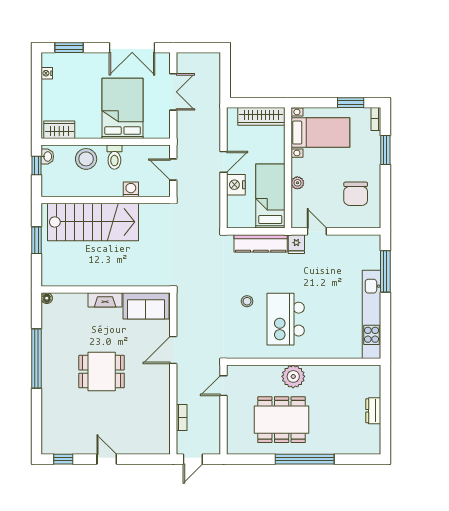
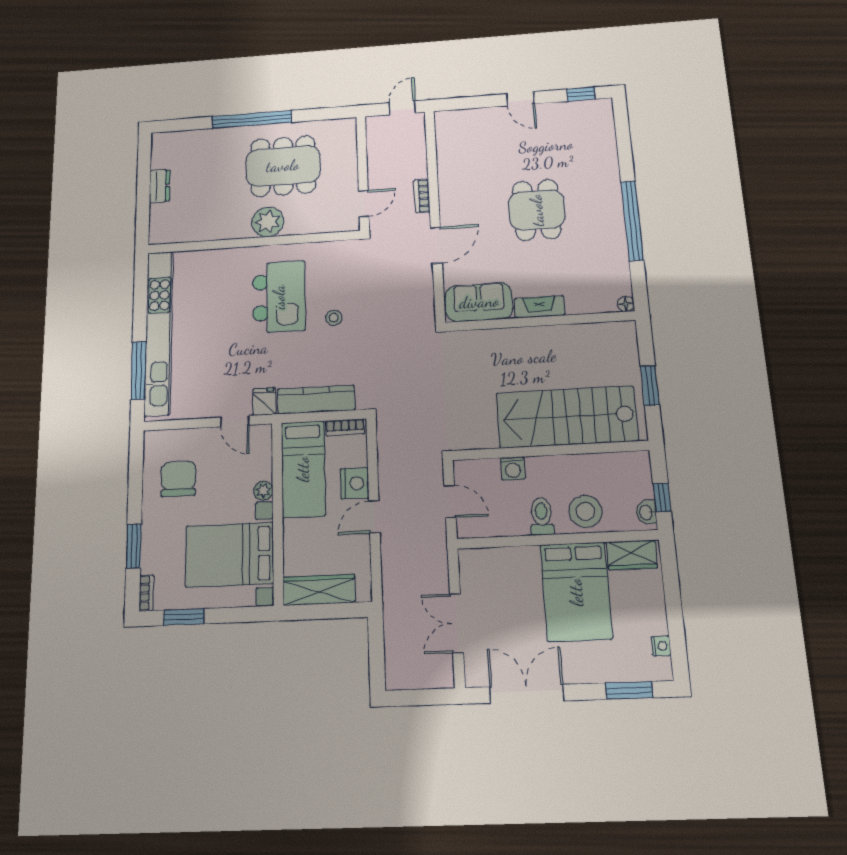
bed: (123, 108) -> (576, 592), moved
bed with nightstands: (320, 133) -> (230, 555), width x1.36
bookcase: (241, 223) -> (345, 427), added
kitchen unit: (371, 314) -> (159, 332), width x1.36
dining table: (102, 372) -> (537, 210), turned 90
bookcase: (182, 418) -> (422, 196), moved

